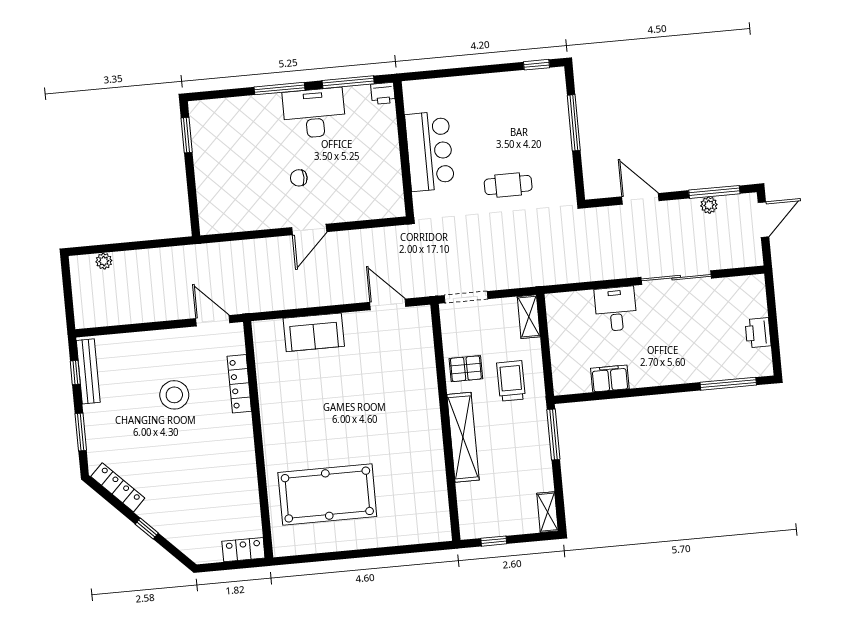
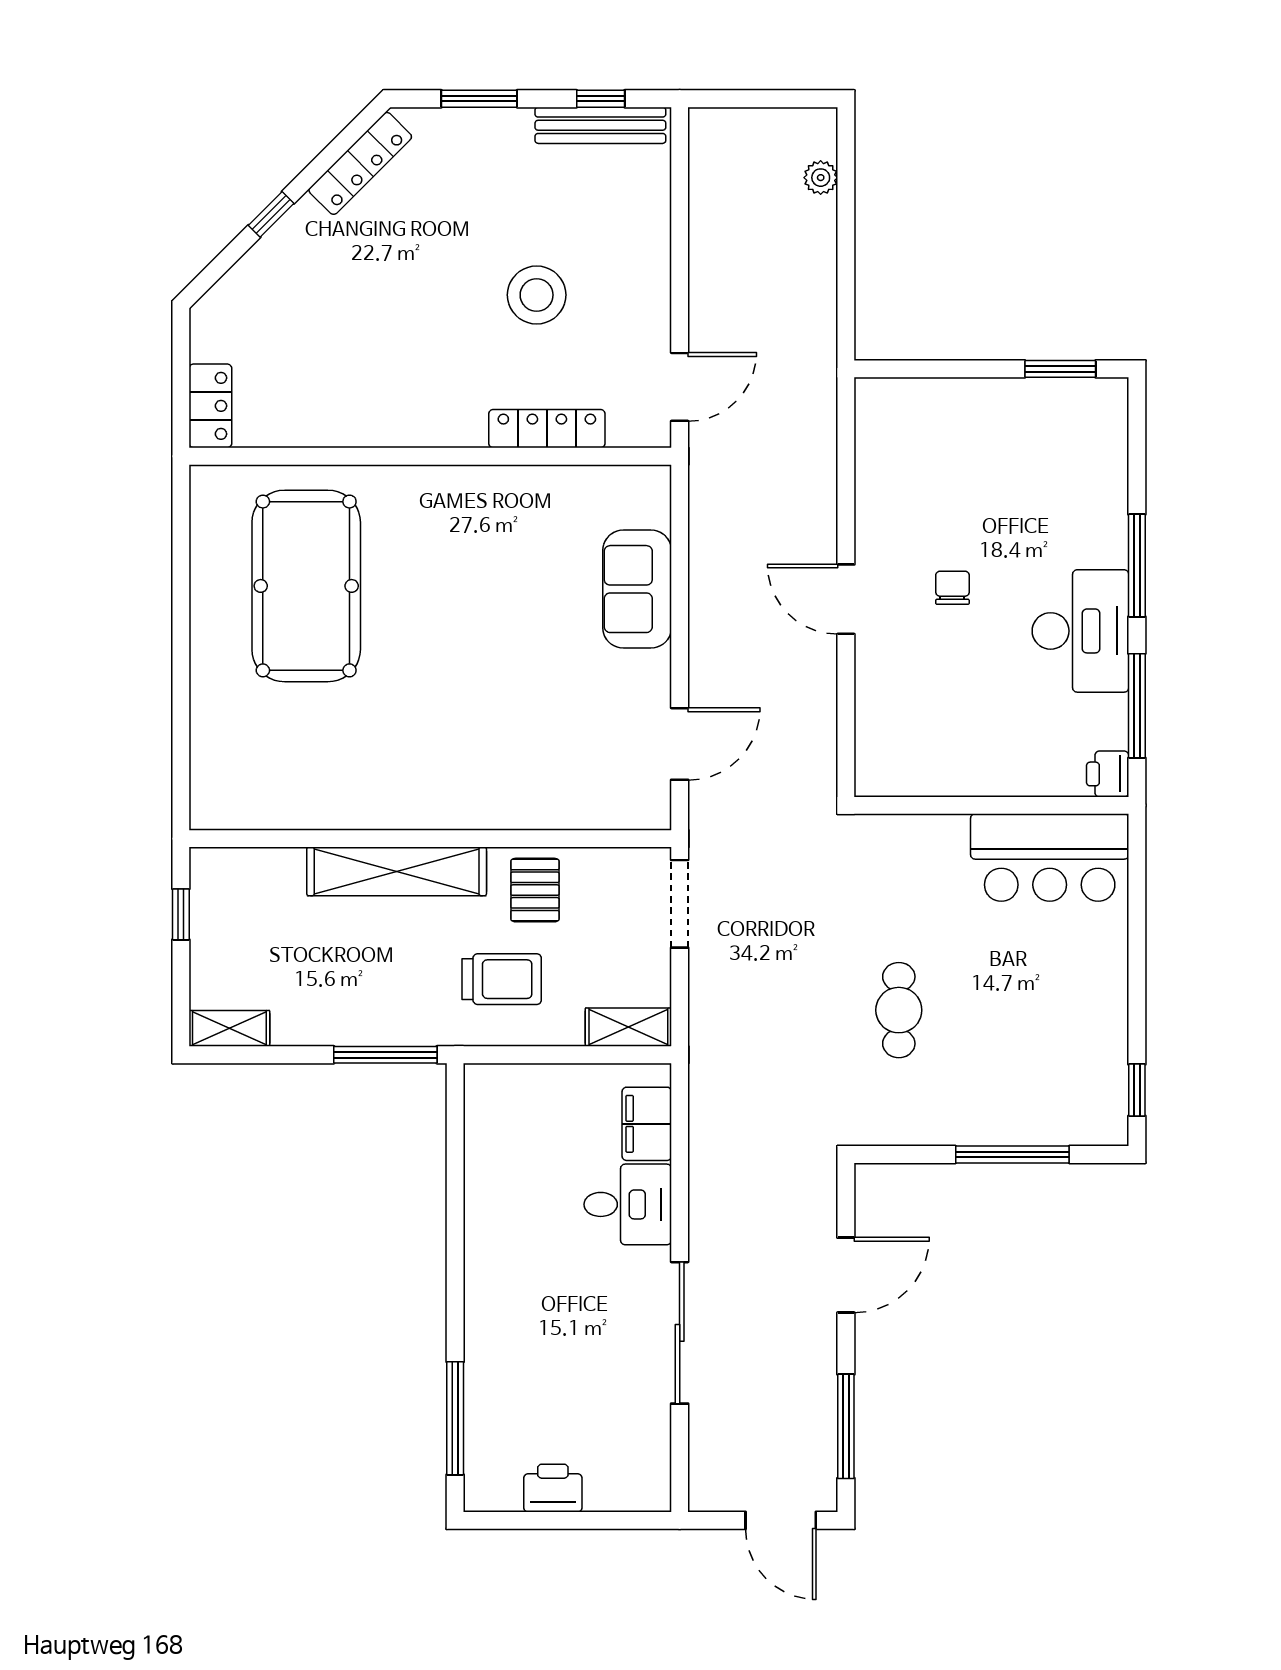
bar counter: (430, 151) -> (1050, 858), moved
plant: (709, 205) -> (820, 1413), removed
filing cabinet: (610, 378) -> (647, 1124), moved, turned 180

